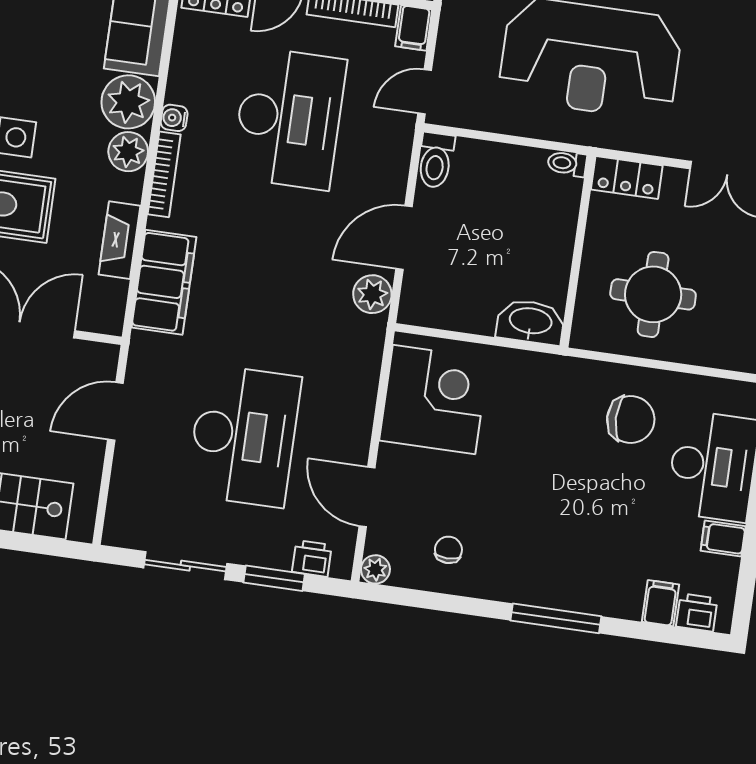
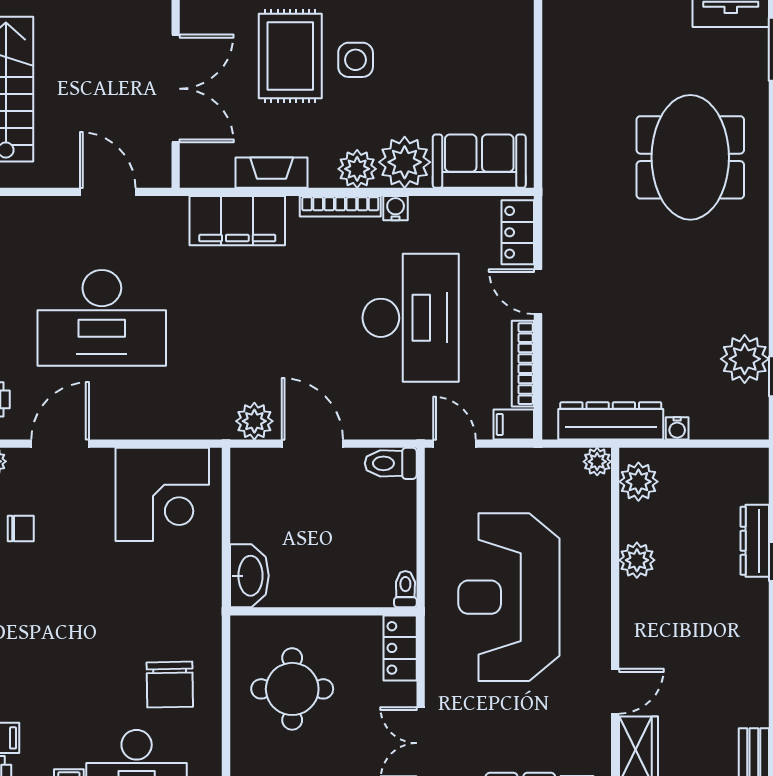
desk: (289, 118) -> (411, 318), turned -90

